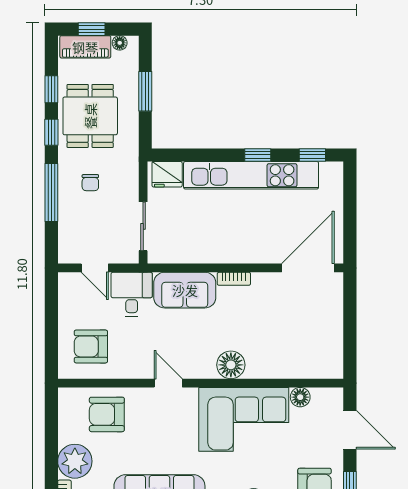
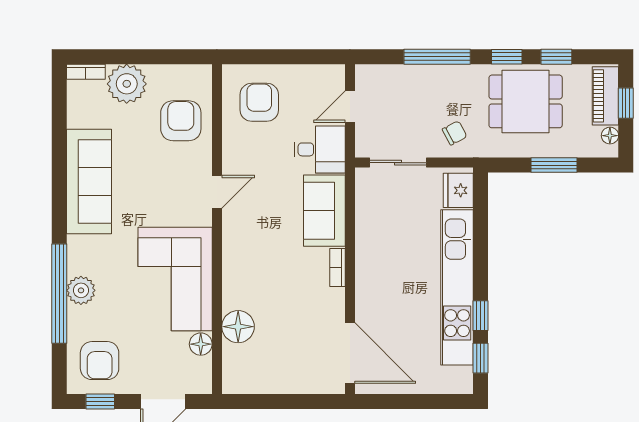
window: (258, 155) -> (480, 316), moved
chair: (90, 183) -> (455, 133), moved, turned 152
floor lamp: (231, 365) -> (238, 327), moved

